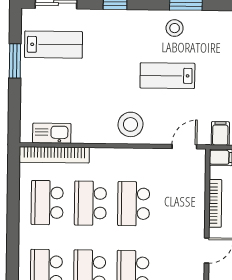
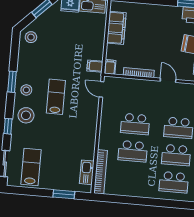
window: (15, 61) -> (64, 194), moved
lab bench: (167, 76) -> (56, 97), turned 180
stool: (130, 124) -> (26, 115), moved
school desk: (47, 203) -> (130, 179), removed

